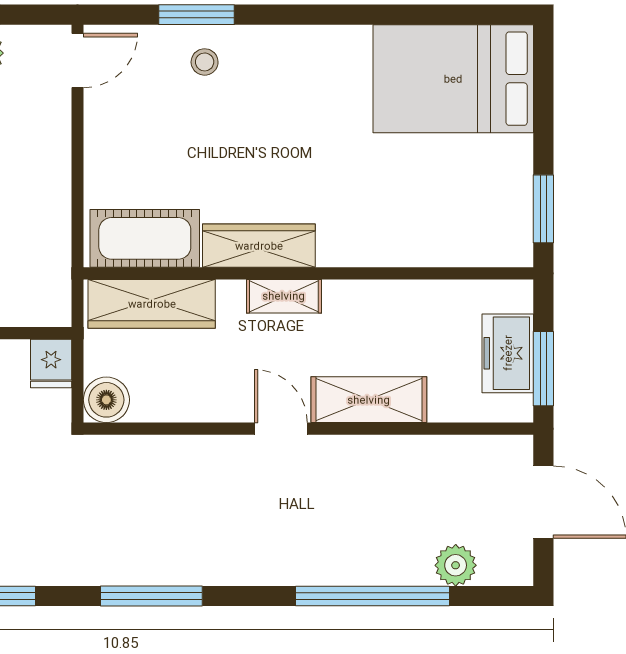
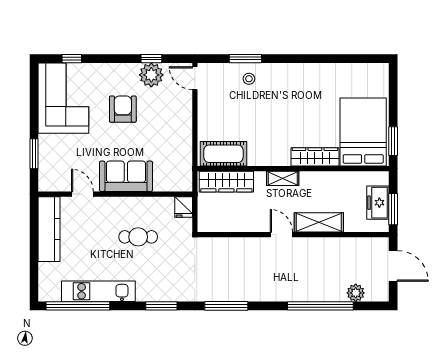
door: (78, 60) -> (195, 78), swing flipped
bed: (453, 79) -> (363, 132), moved, turned 90
wardrobe: (259, 246) -> (315, 157), moved
boiler: (106, 400) -> (207, 222), removed

